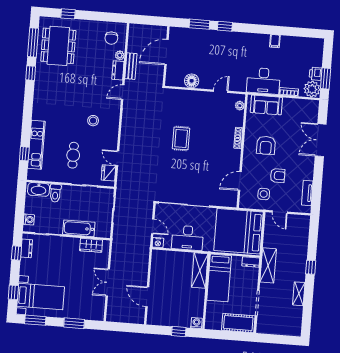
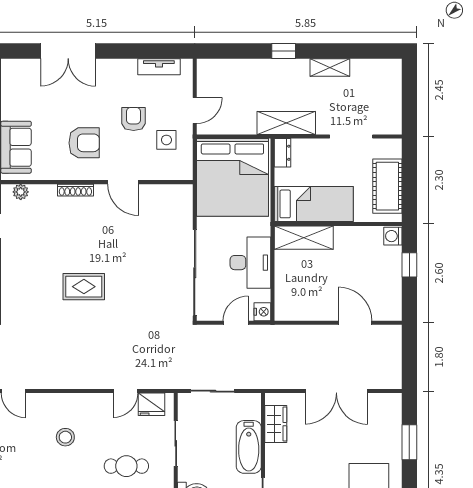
door: (240, 181) -> (123, 182), moved
double door: (108, 283) -> (336, 391), width x1.37
door: (147, 297) -> (355, 323), swing flipped
cot: (238, 323) -> (387, 186), moved

